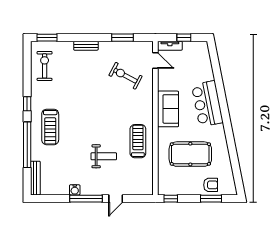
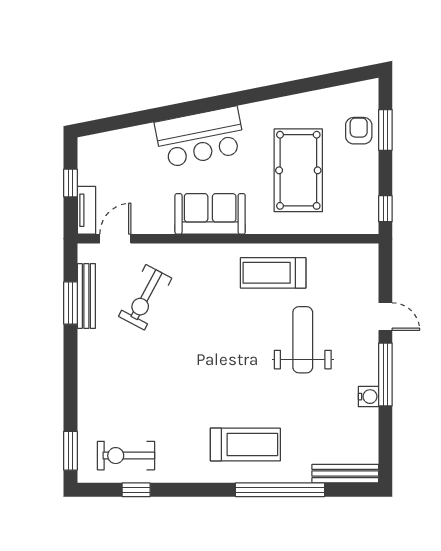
bench: (86, 46) -> (86, 296), moved, width x1.36
window: (27, 104) -> (136, 490), moved
weight bench: (104, 156) -> (303, 340), width x1.36, depth x1.33

